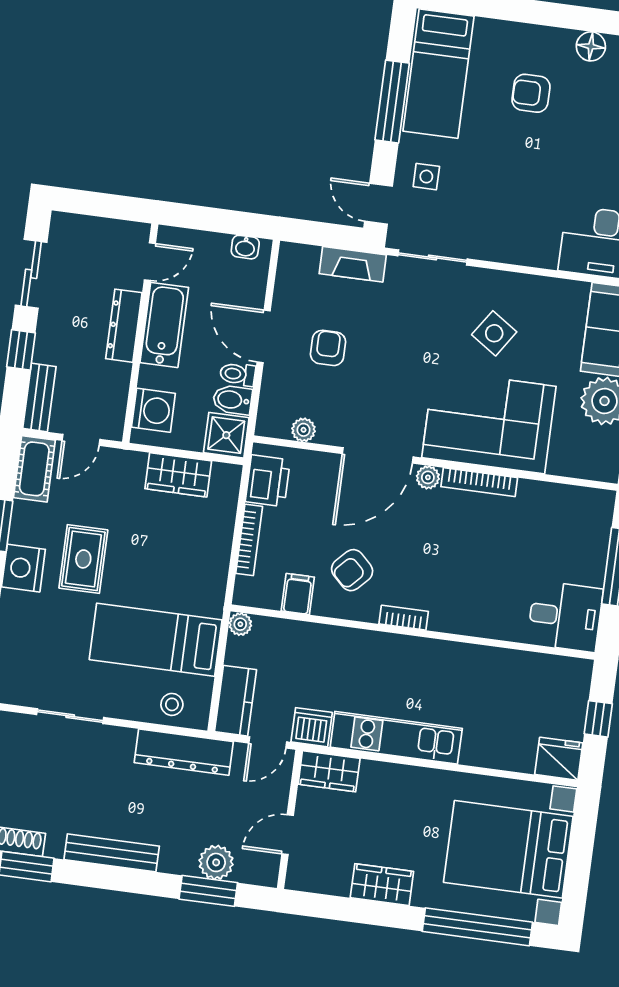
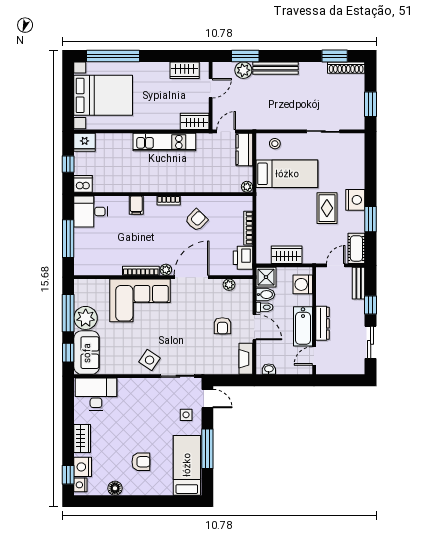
fireplace: (353, 264) -> (246, 359), moved, turned -90
side table: (494, 333) -> (150, 360), moved
filing cabinet: (298, 594) -> (136, 205), moved
dishwasher: (312, 727) -> (83, 184), moved, turned 180
dresser: (184, 752) -> (266, 121), removed
bench: (112, 853) -> (276, 68), moved
wardrobe: (382, 885) -> (185, 70), moved

